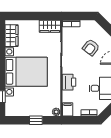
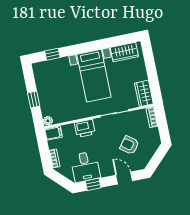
bed with nightstands: (26, 72) -> (94, 76), width x0.73

